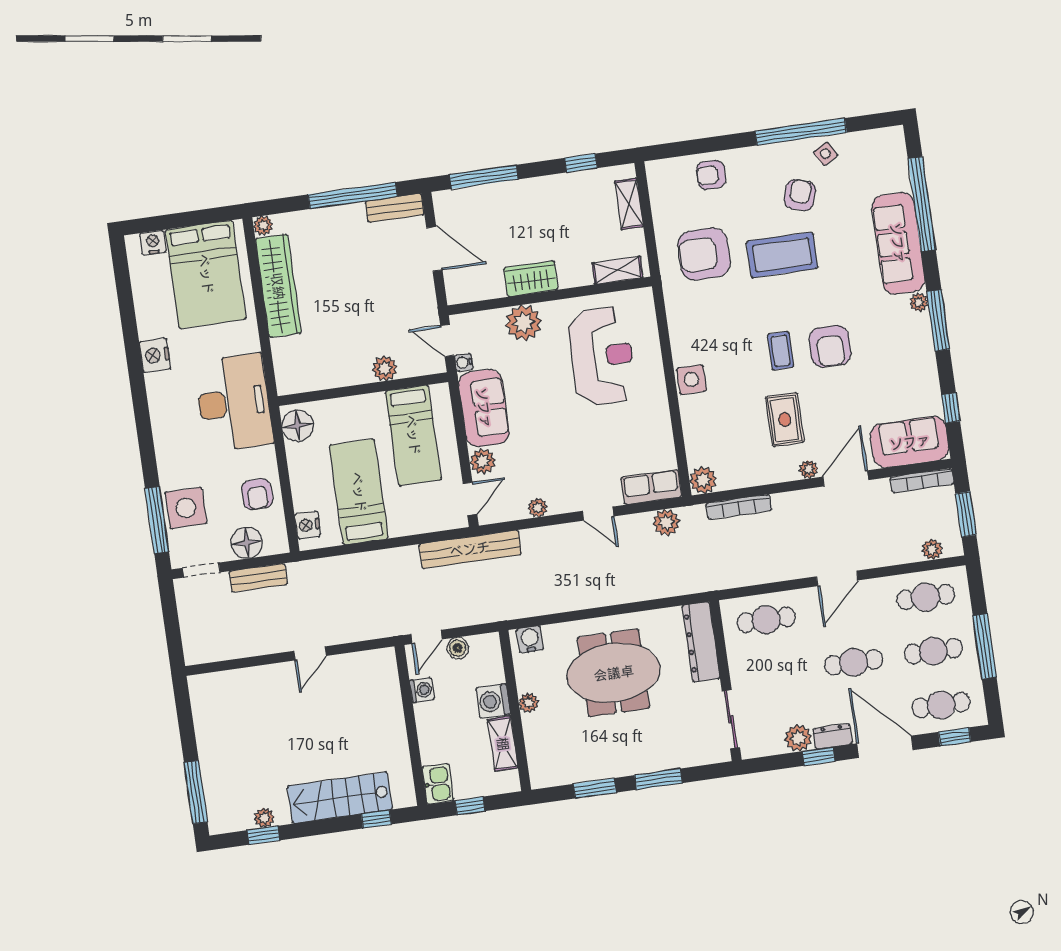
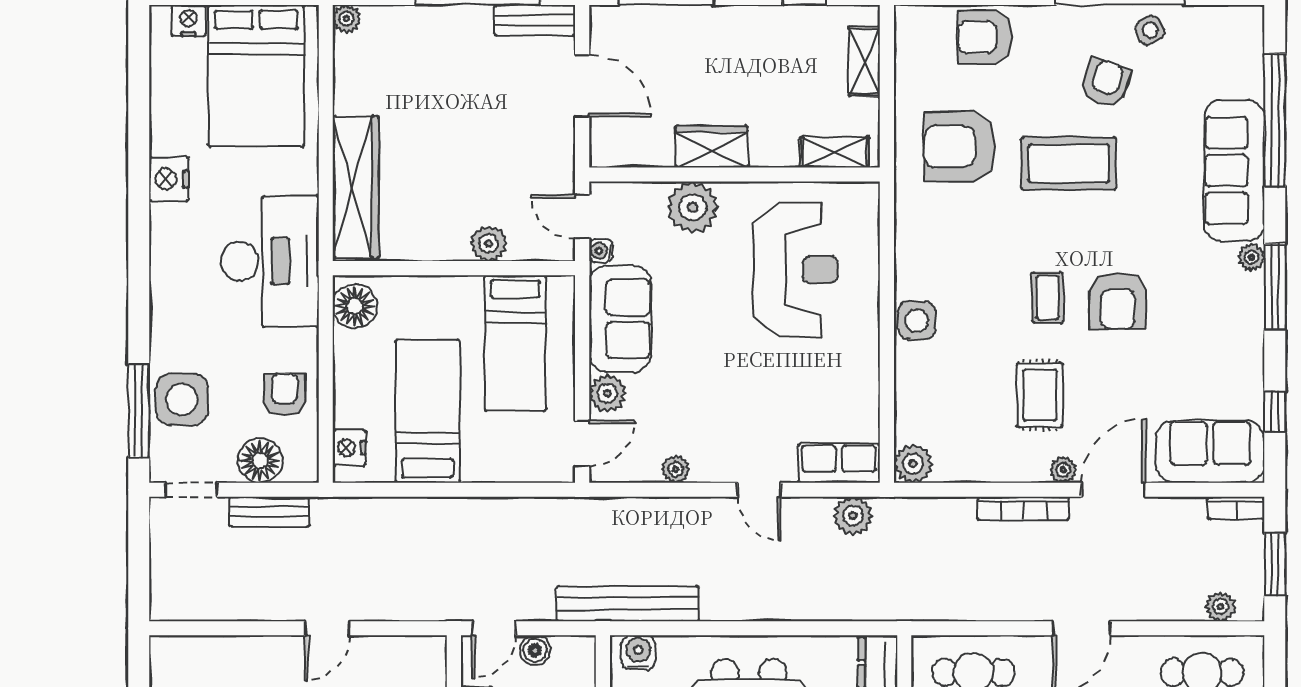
armchair: (711, 175) -> (985, 37), width x1.38, depth x1.38
wardrobe: (278, 286) -> (356, 187), moved
bookcase: (922, 481) -> (1236, 508), width x0.64
armchair: (257, 494) -> (285, 394), turned 180
bookcase: (739, 507) -> (1023, 508), moved
bench: (470, 549) -> (628, 604), moved

